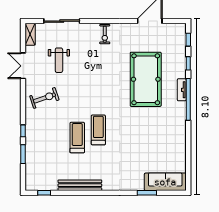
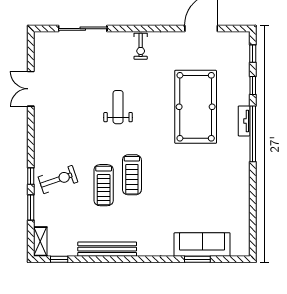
shelving: (30, 34) -> (40, 241), moved
weight bench: (59, 60) -> (118, 107), moved, turned 180
exercise bike: (44, 98) -> (58, 179), moved
treadmill: (98, 130) -> (132, 175), turned 180
treadmill: (77, 138) -> (104, 185), turned 180
sofa: (165, 182) -> (202, 245), moved

